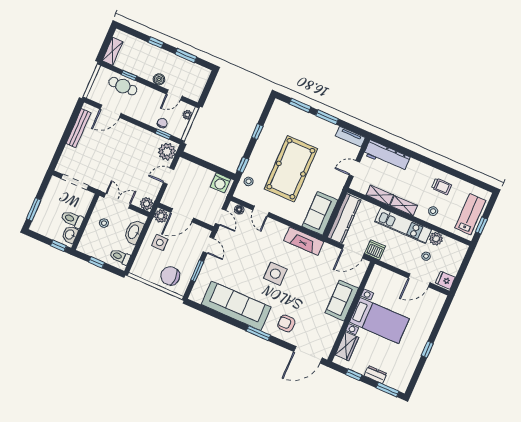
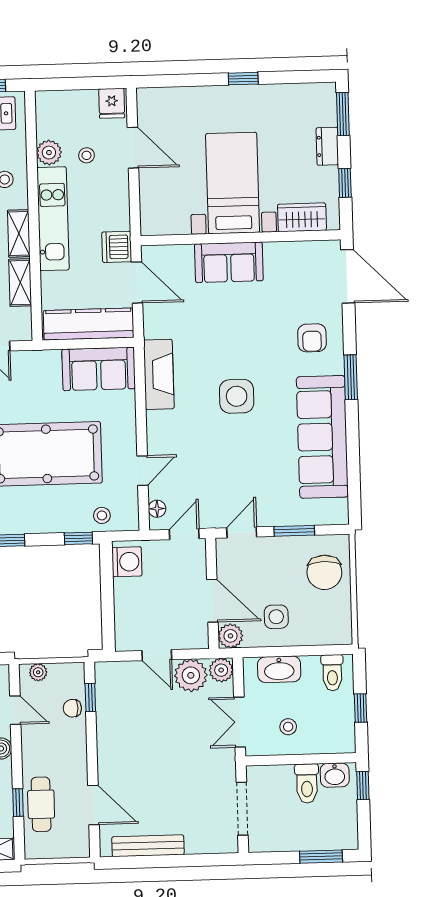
plant: (167, 152) -> (191, 675), moved

